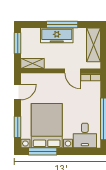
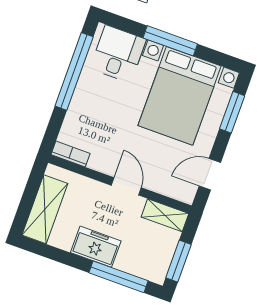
window: (62, 25) -> (118, 277), moved
freezer: (57, 35) -> (96, 247), width x0.71
door: (73, 71) -> (126, 186), moved
window: (43, 151) -> (170, 41), moved

